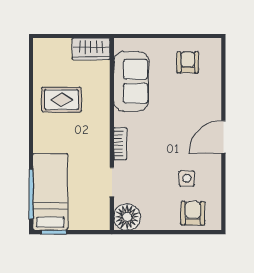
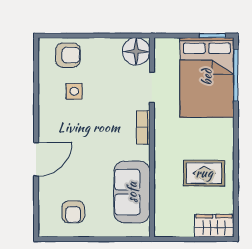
wardrobe: (91, 49) -> (214, 226), moved
door: (223, 137) -> (36, 159), moved
bed: (50, 192) -> (207, 77), width x1.50
armchair: (193, 213) -> (68, 55), turned -90

